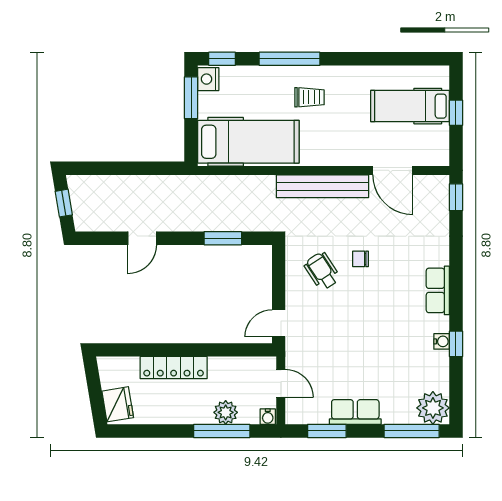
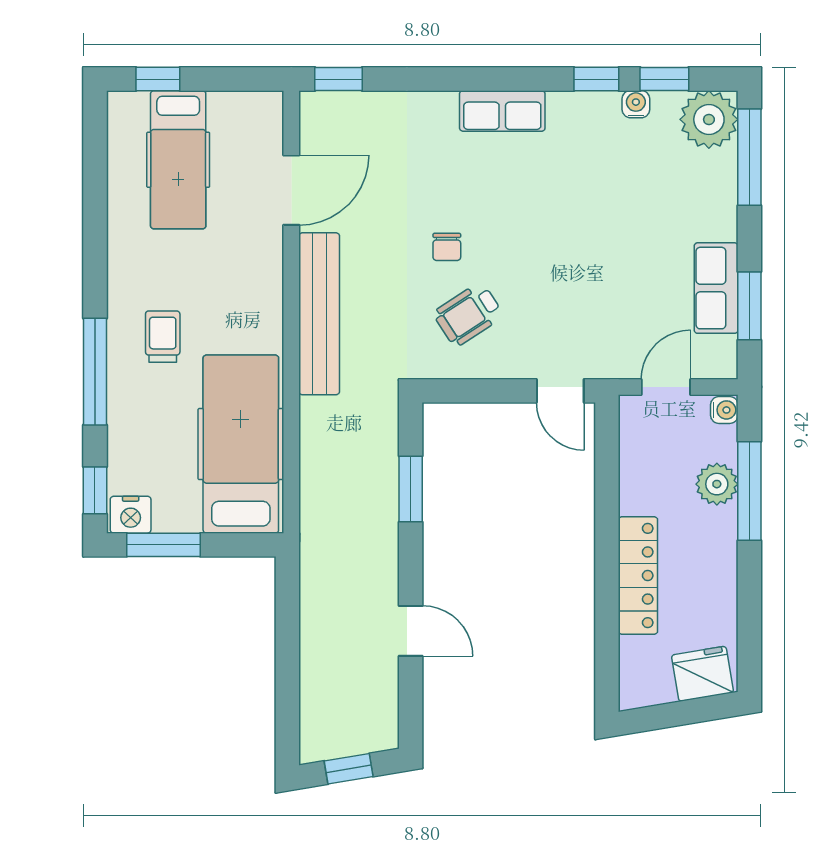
window: (456, 113) -> (158, 79), moved
water cooler: (442, 341) -> (636, 104), moved
window: (456, 383) -> (664, 79), added
row of seats: (355, 412) -> (716, 288), moved

